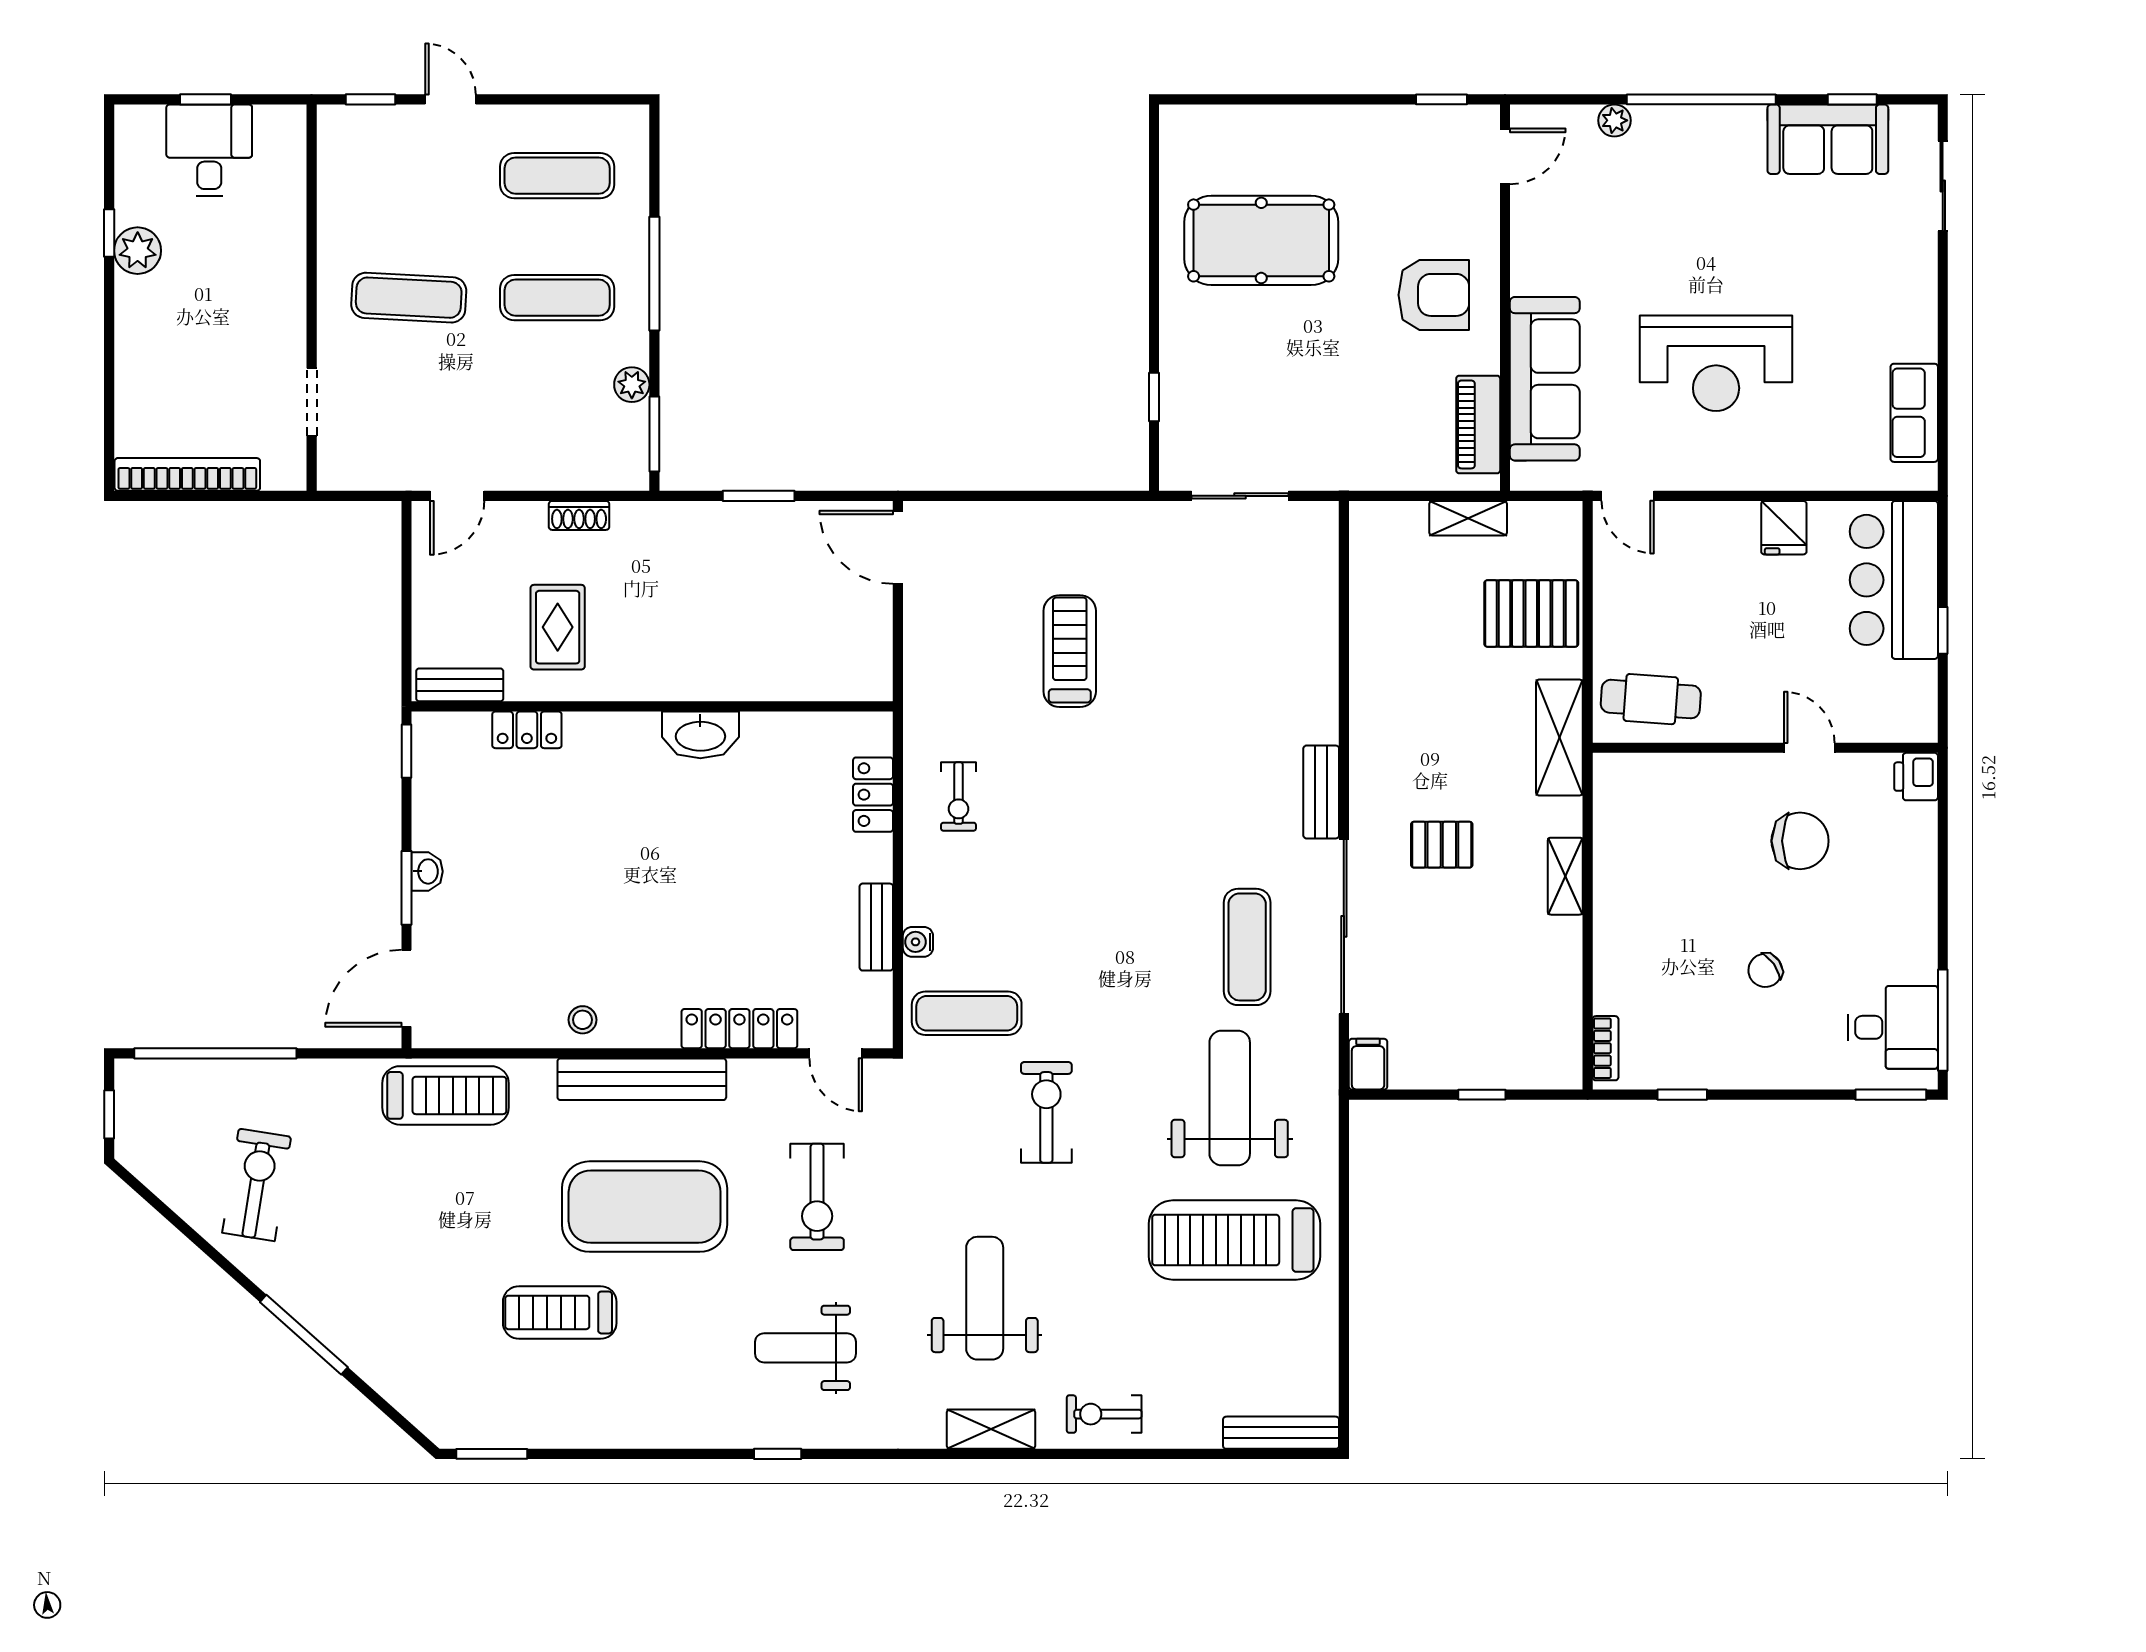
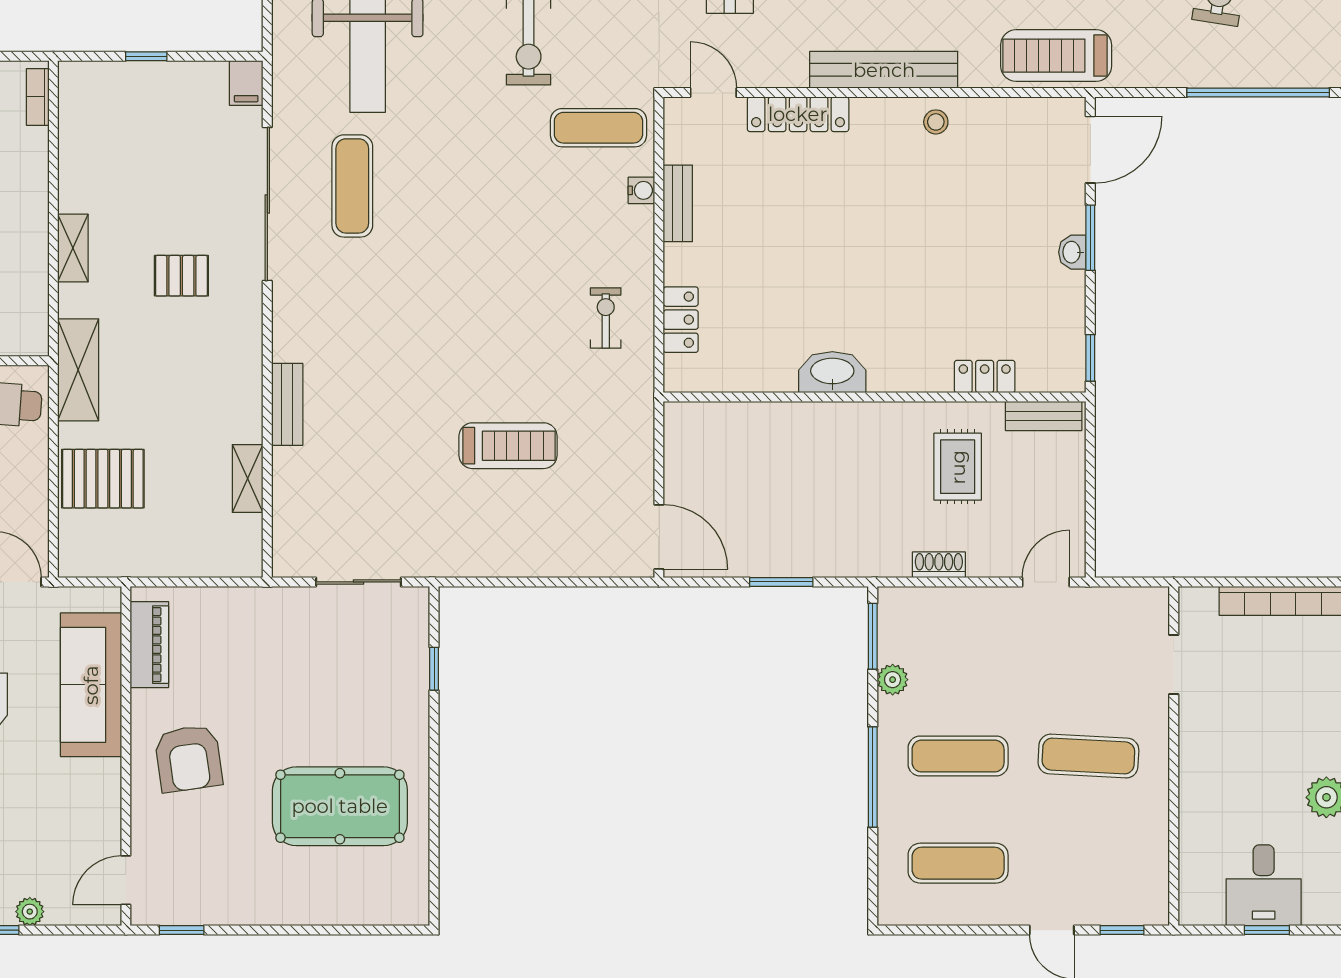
armchair: (1434, 295) -> (188, 758), turned -98
shelving: (1468, 518) -> (248, 478), moved, turned 90
treadmill: (1070, 651) -> (508, 446), turned -90
bench: (1321, 792) -> (287, 404), moved

